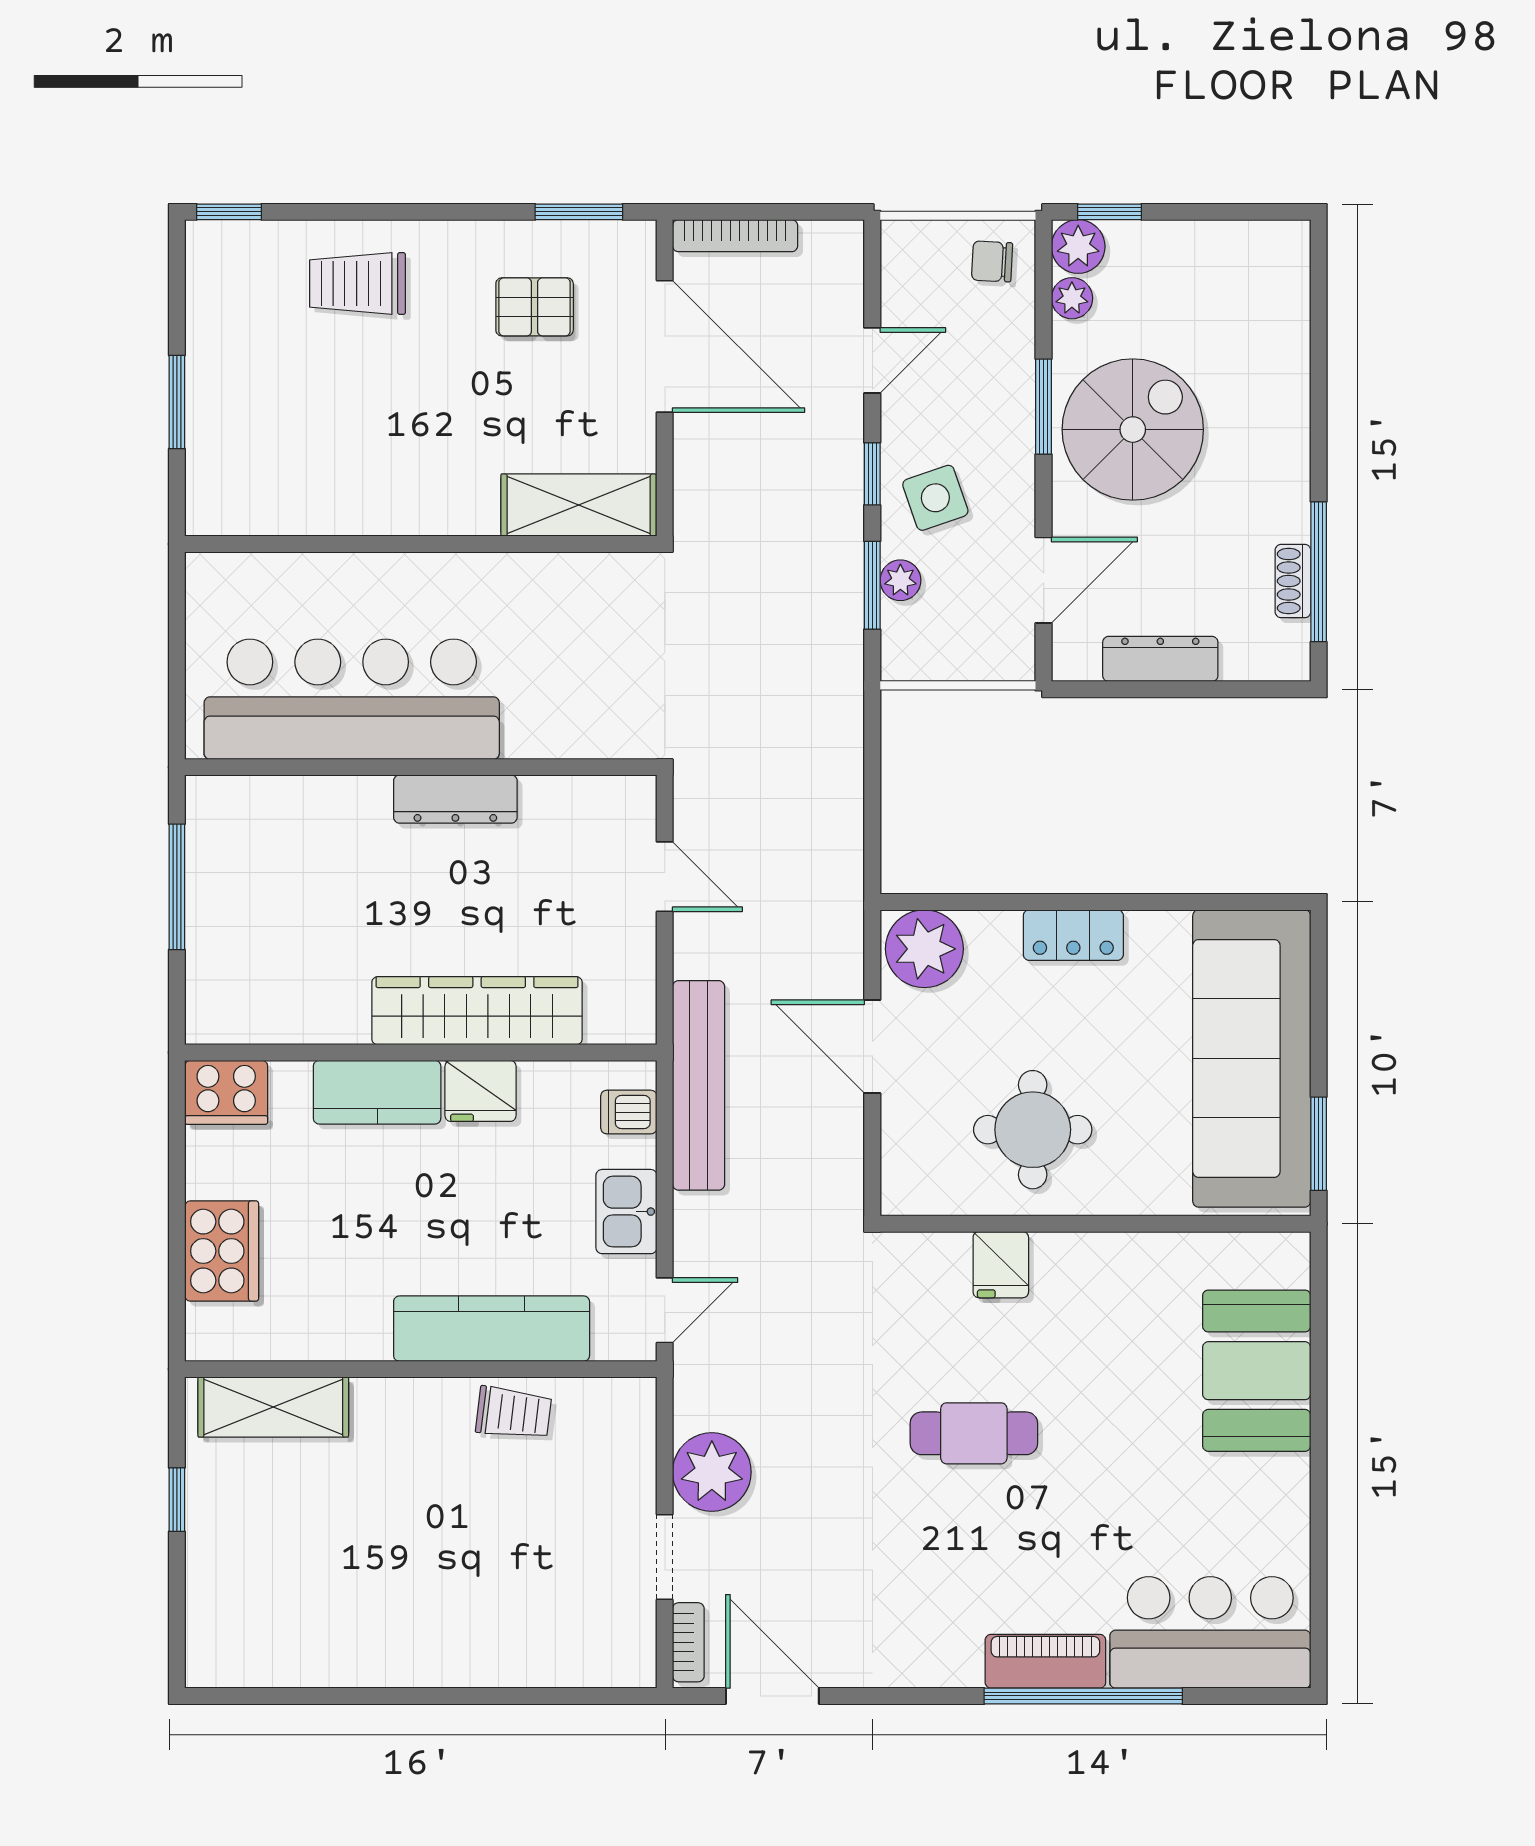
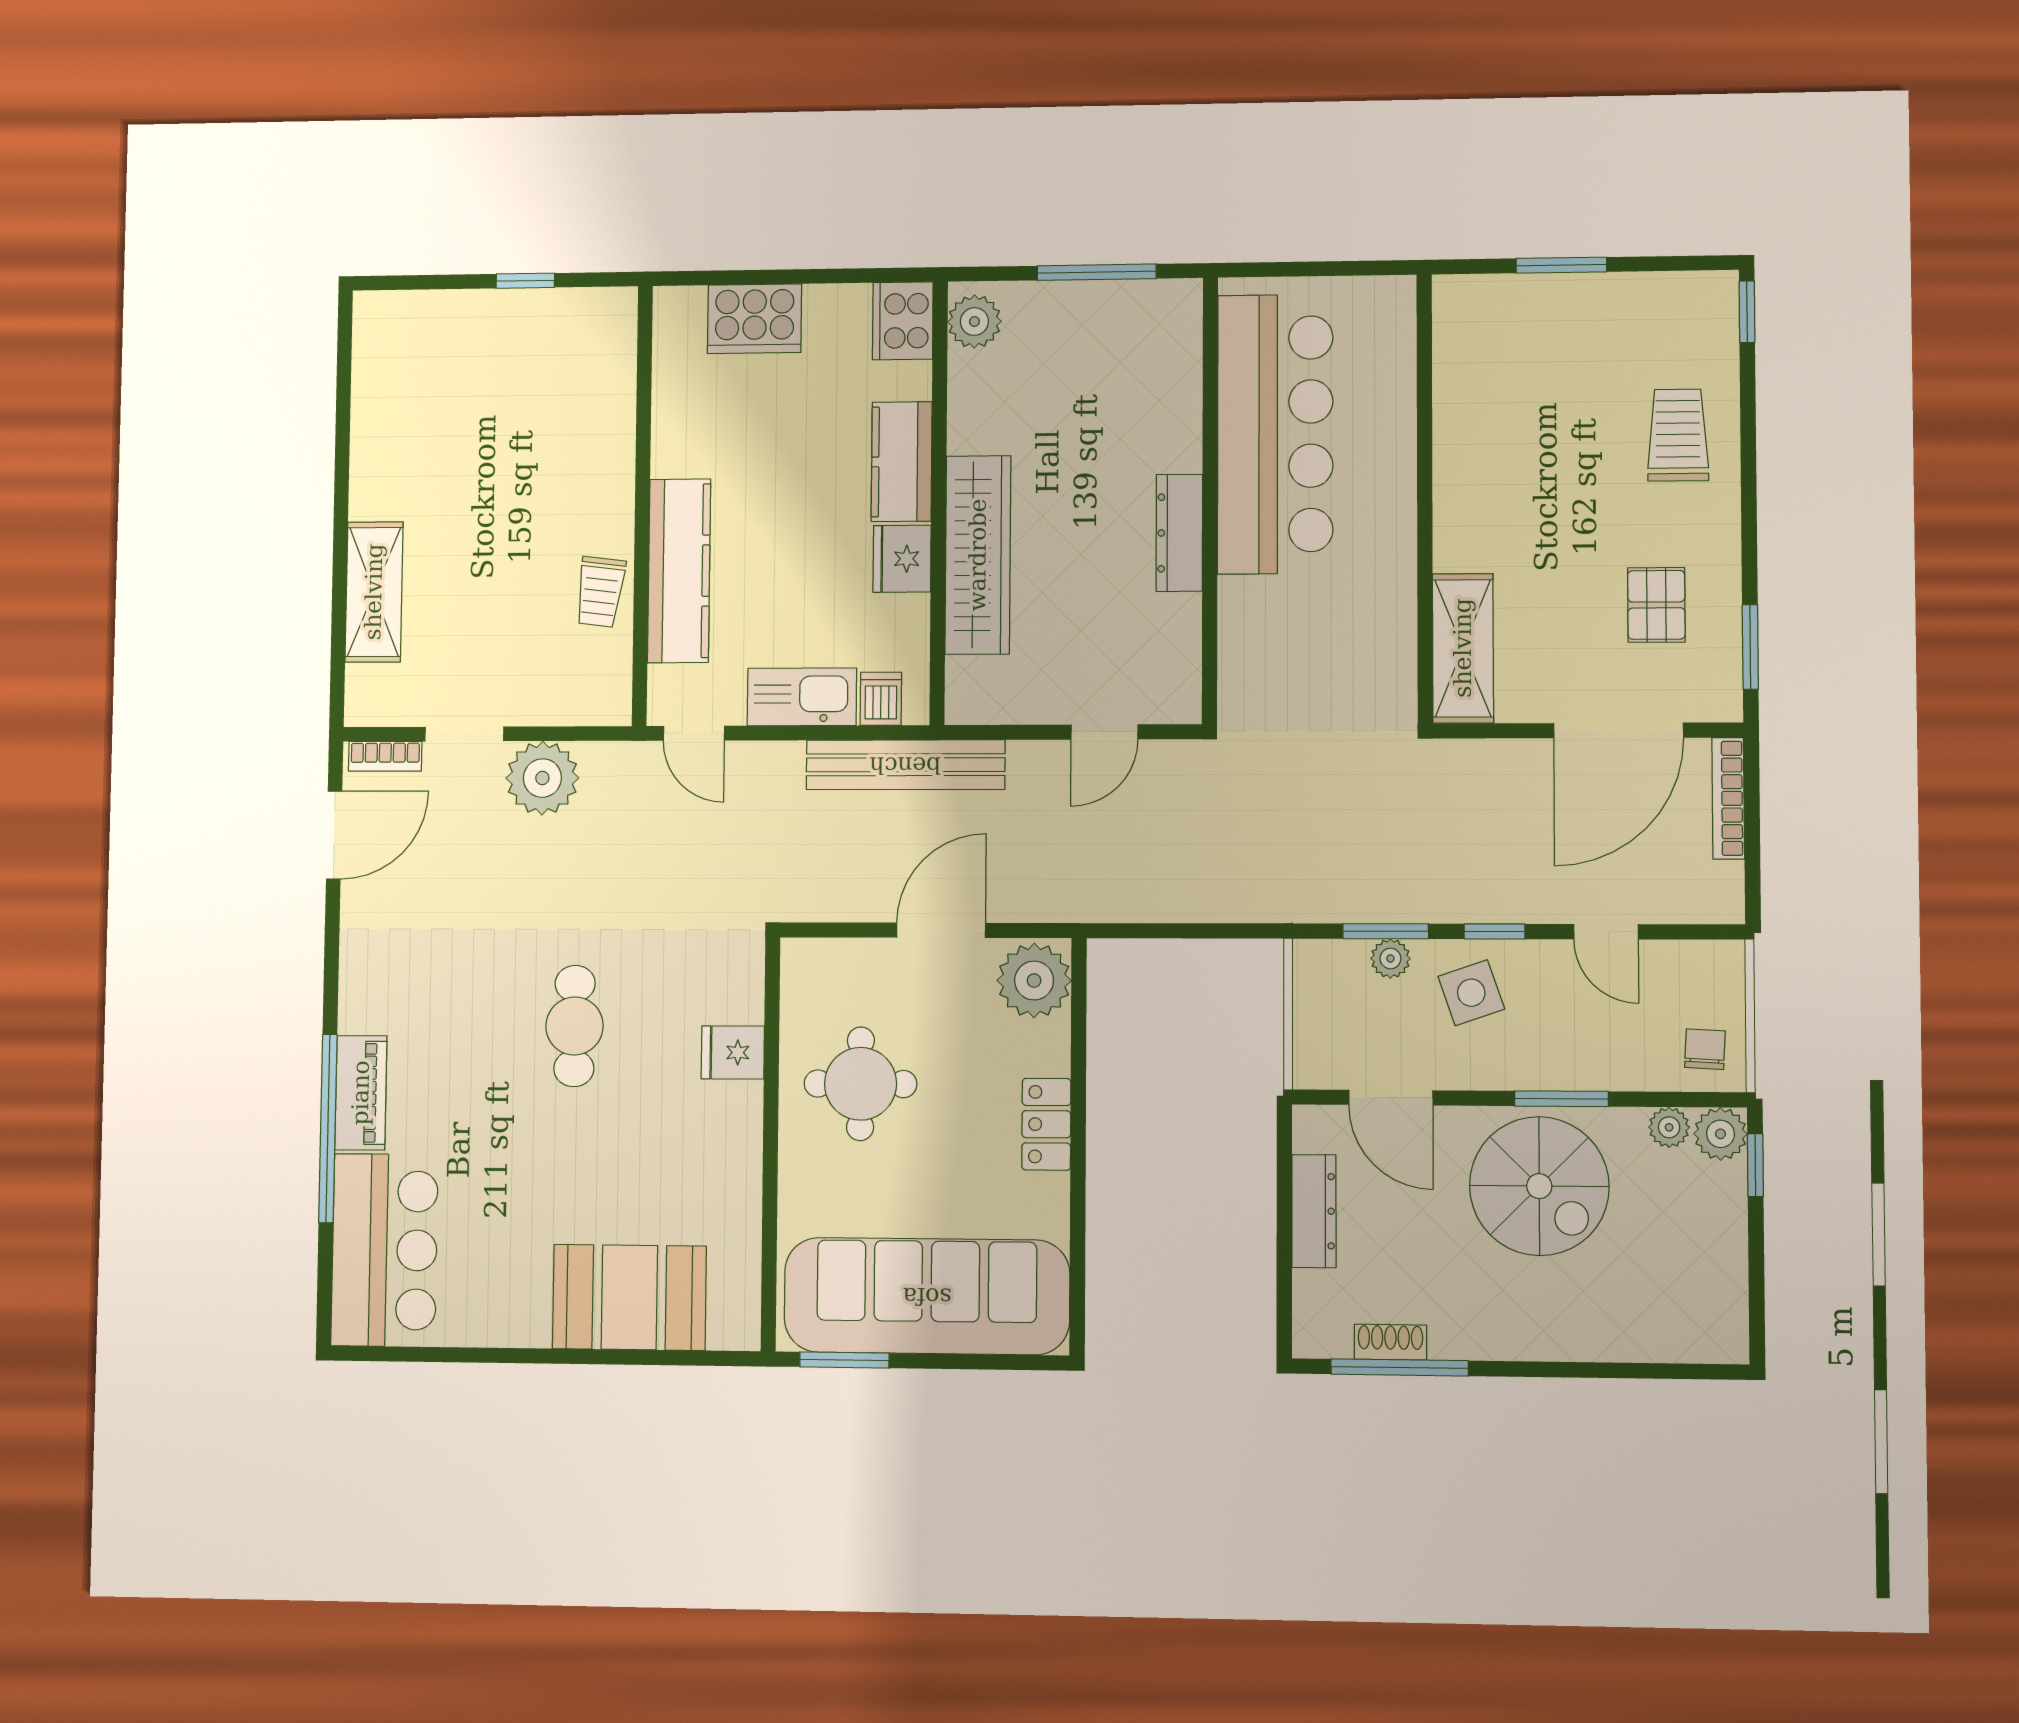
plant: (228, 1016) -> (974, 322), added
kitchen sink: (626, 1212) -> (802, 697), width x1.38
shelving: (273, 1407) -> (374, 592), moved

